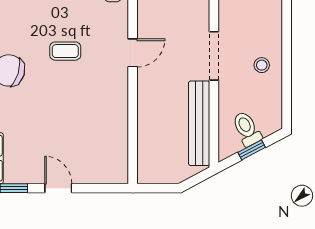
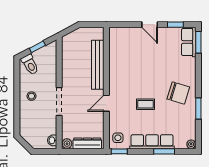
bench: (199, 123) -> (98, 65), moved
toilet: (247, 129) -> (30, 64), moved

